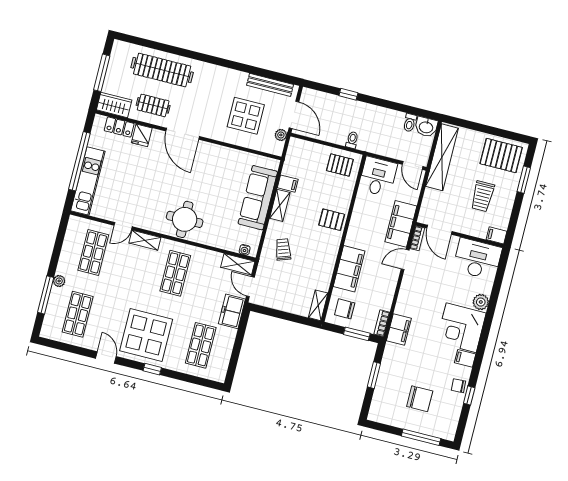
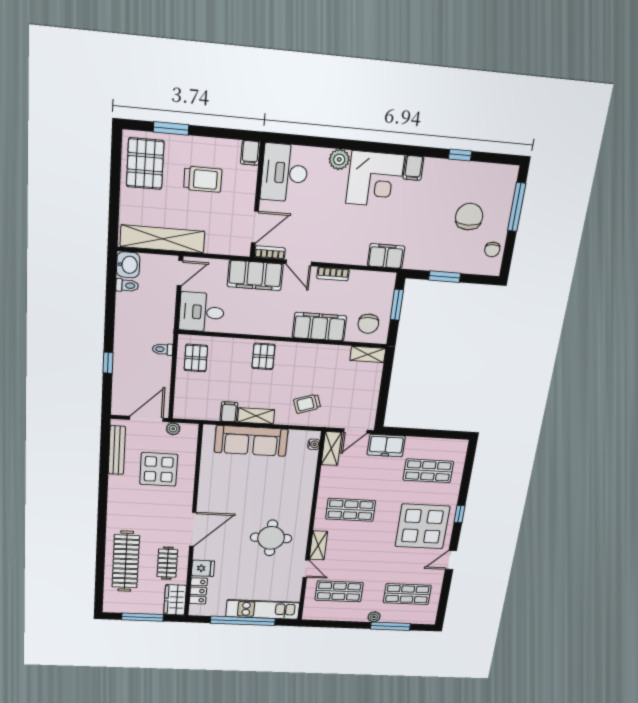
round table: (185, 219) -> (271, 538), moved
bookcase: (382, 323) -> (333, 274), moved
chair: (458, 386) -> (492, 249), moved

